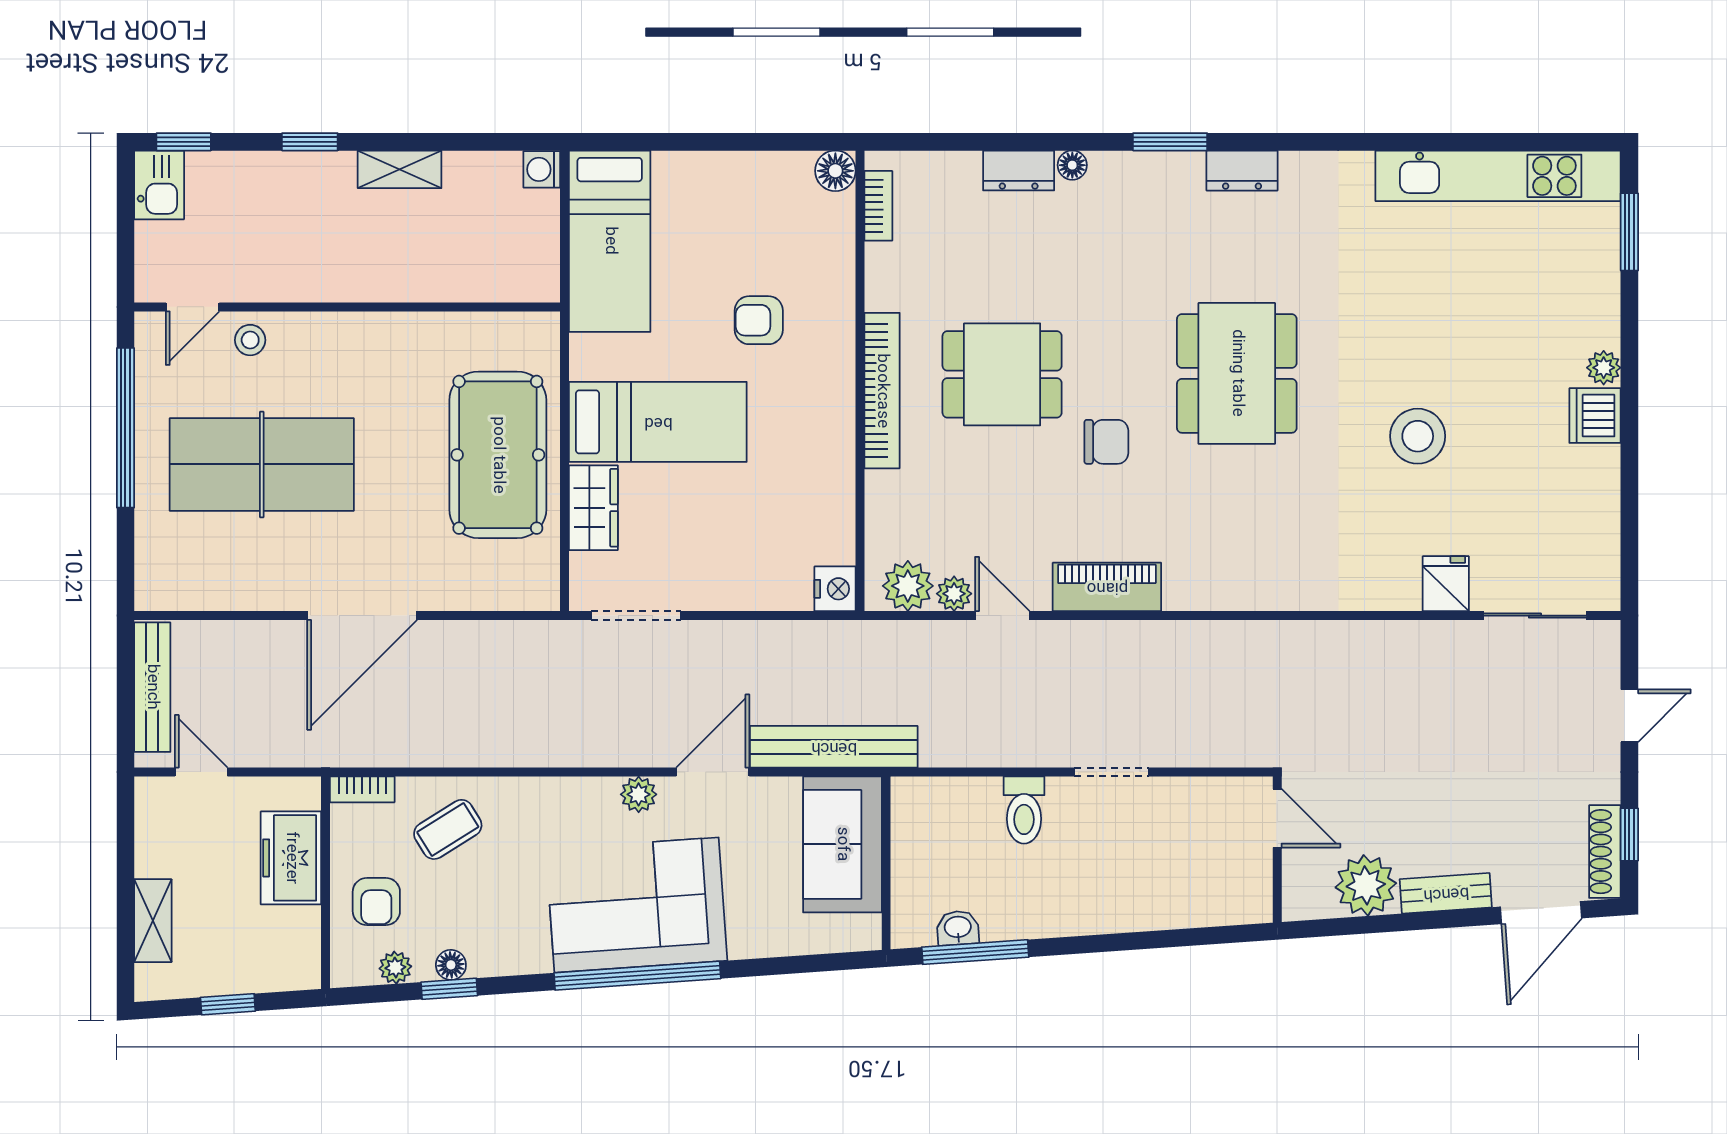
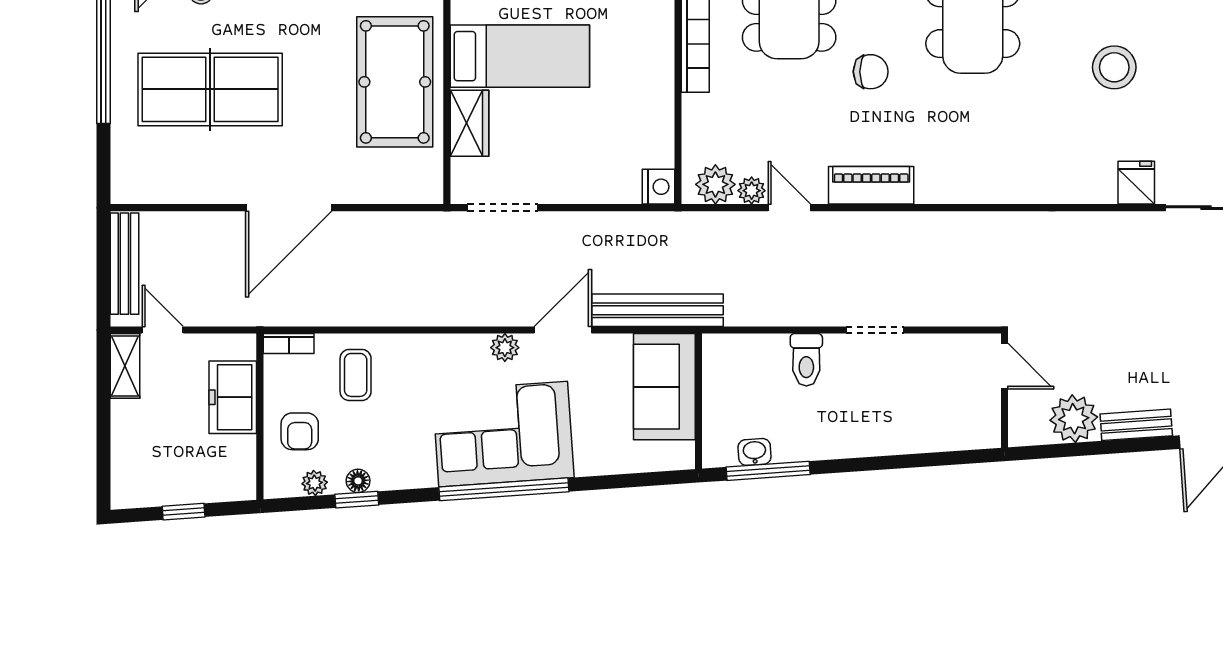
coffee table: (448, 829) -> (356, 375), turned -58
shelving: (153, 921) -> (125, 366), moved

